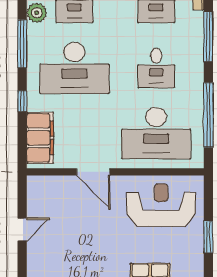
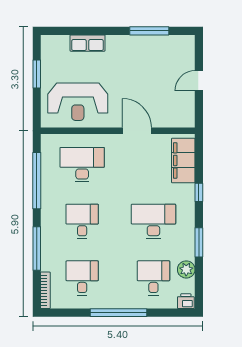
window: (22, 44) -> (199, 242), width x0.69
desk: (74, 68) -> (153, 221), width x0.73, depth x0.77
desk: (156, 133) -> (82, 165), width x0.73, depth x0.77

